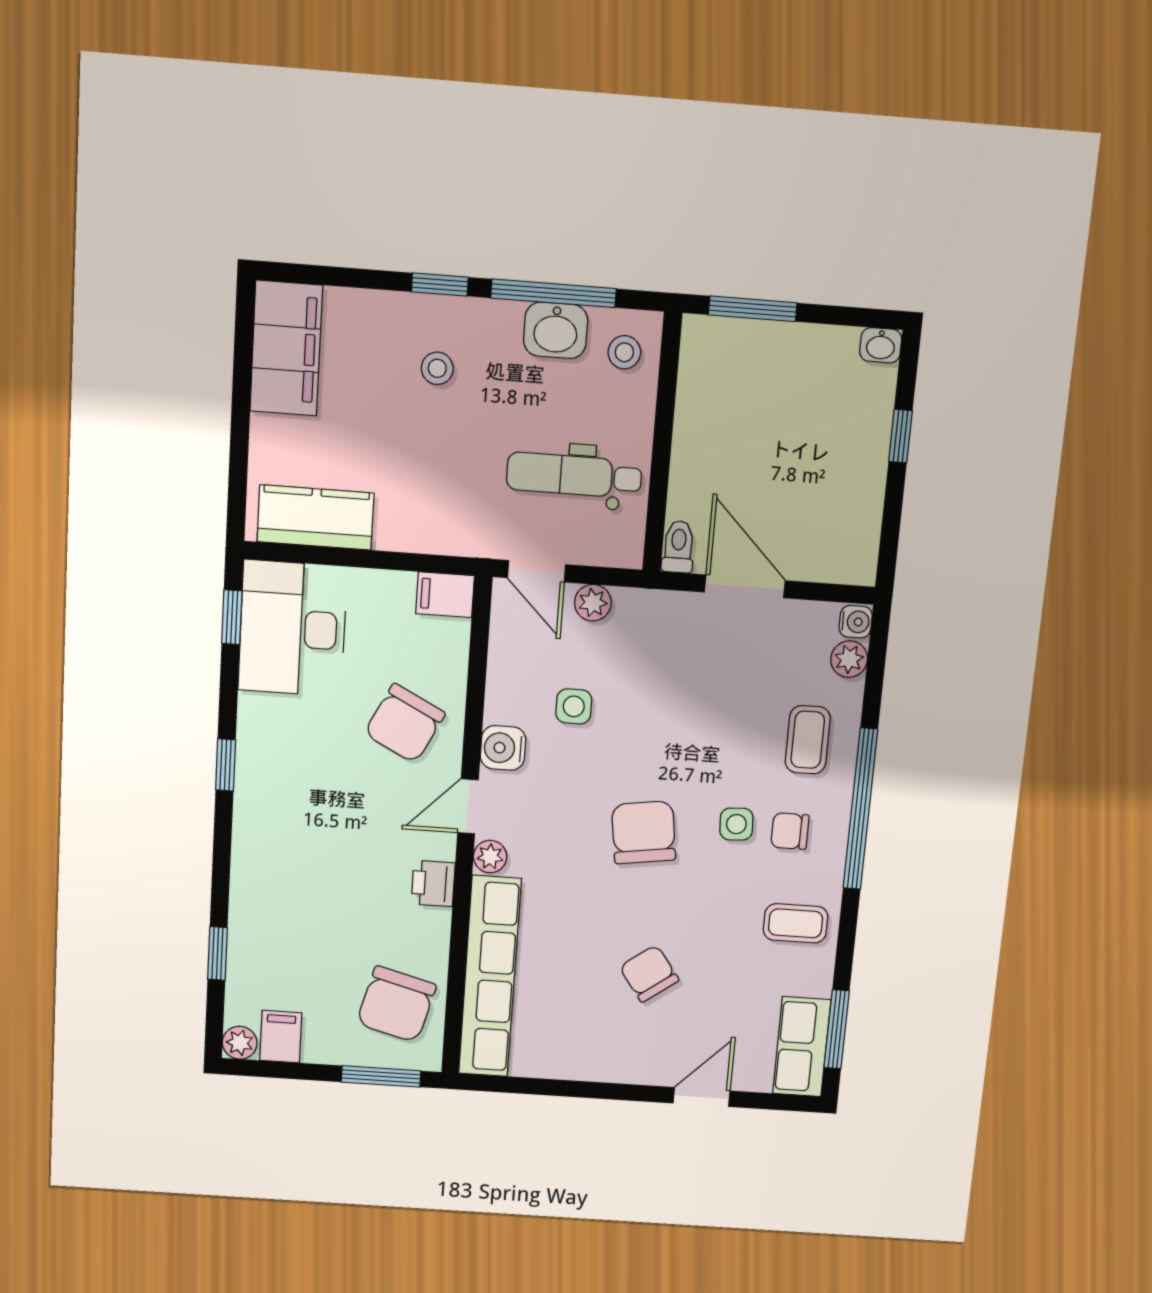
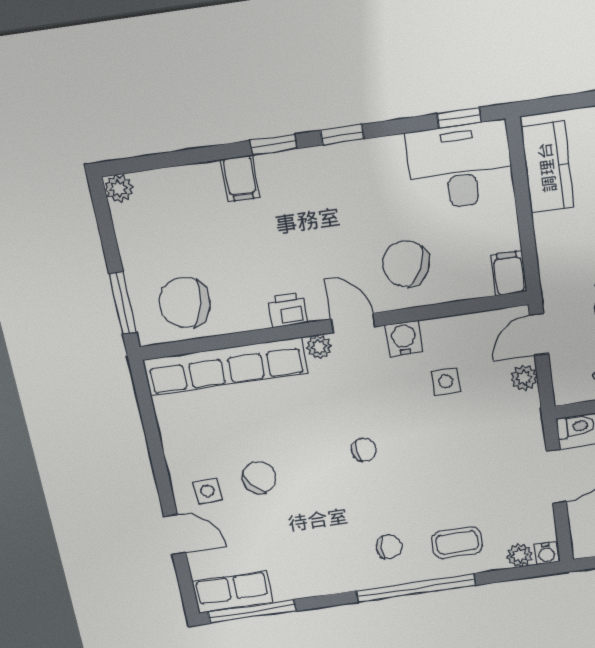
side table: (736, 824) -> (207, 491), moved
chair: (790, 831) -> (389, 547), turned 90
chair: (644, 832) -> (364, 450), width x0.54, depth x0.54
coffee table: (796, 923) -> (323, 566), removed
window: (217, 953) -> (274, 145), moved
window: (837, 1029) -> (252, 612), width x1.44
filing cabinet: (281, 1037) -> (240, 178), moved, turned 90

